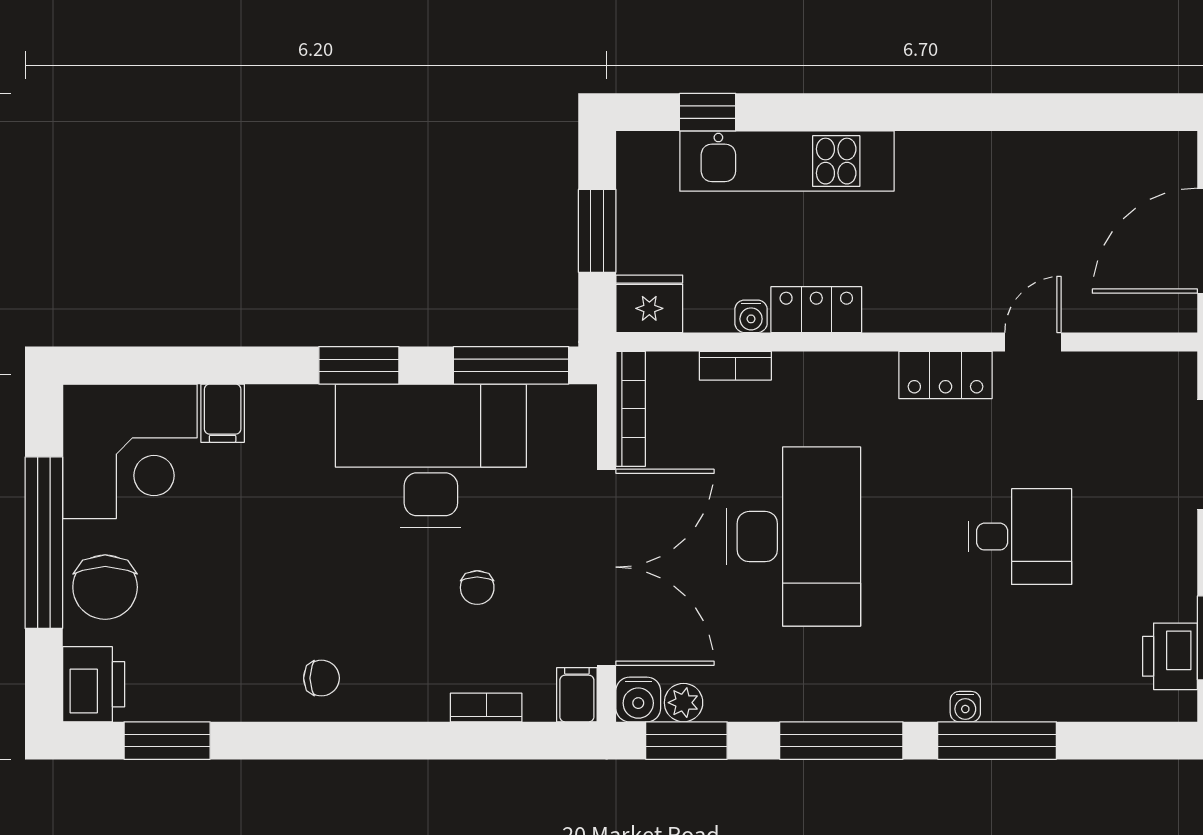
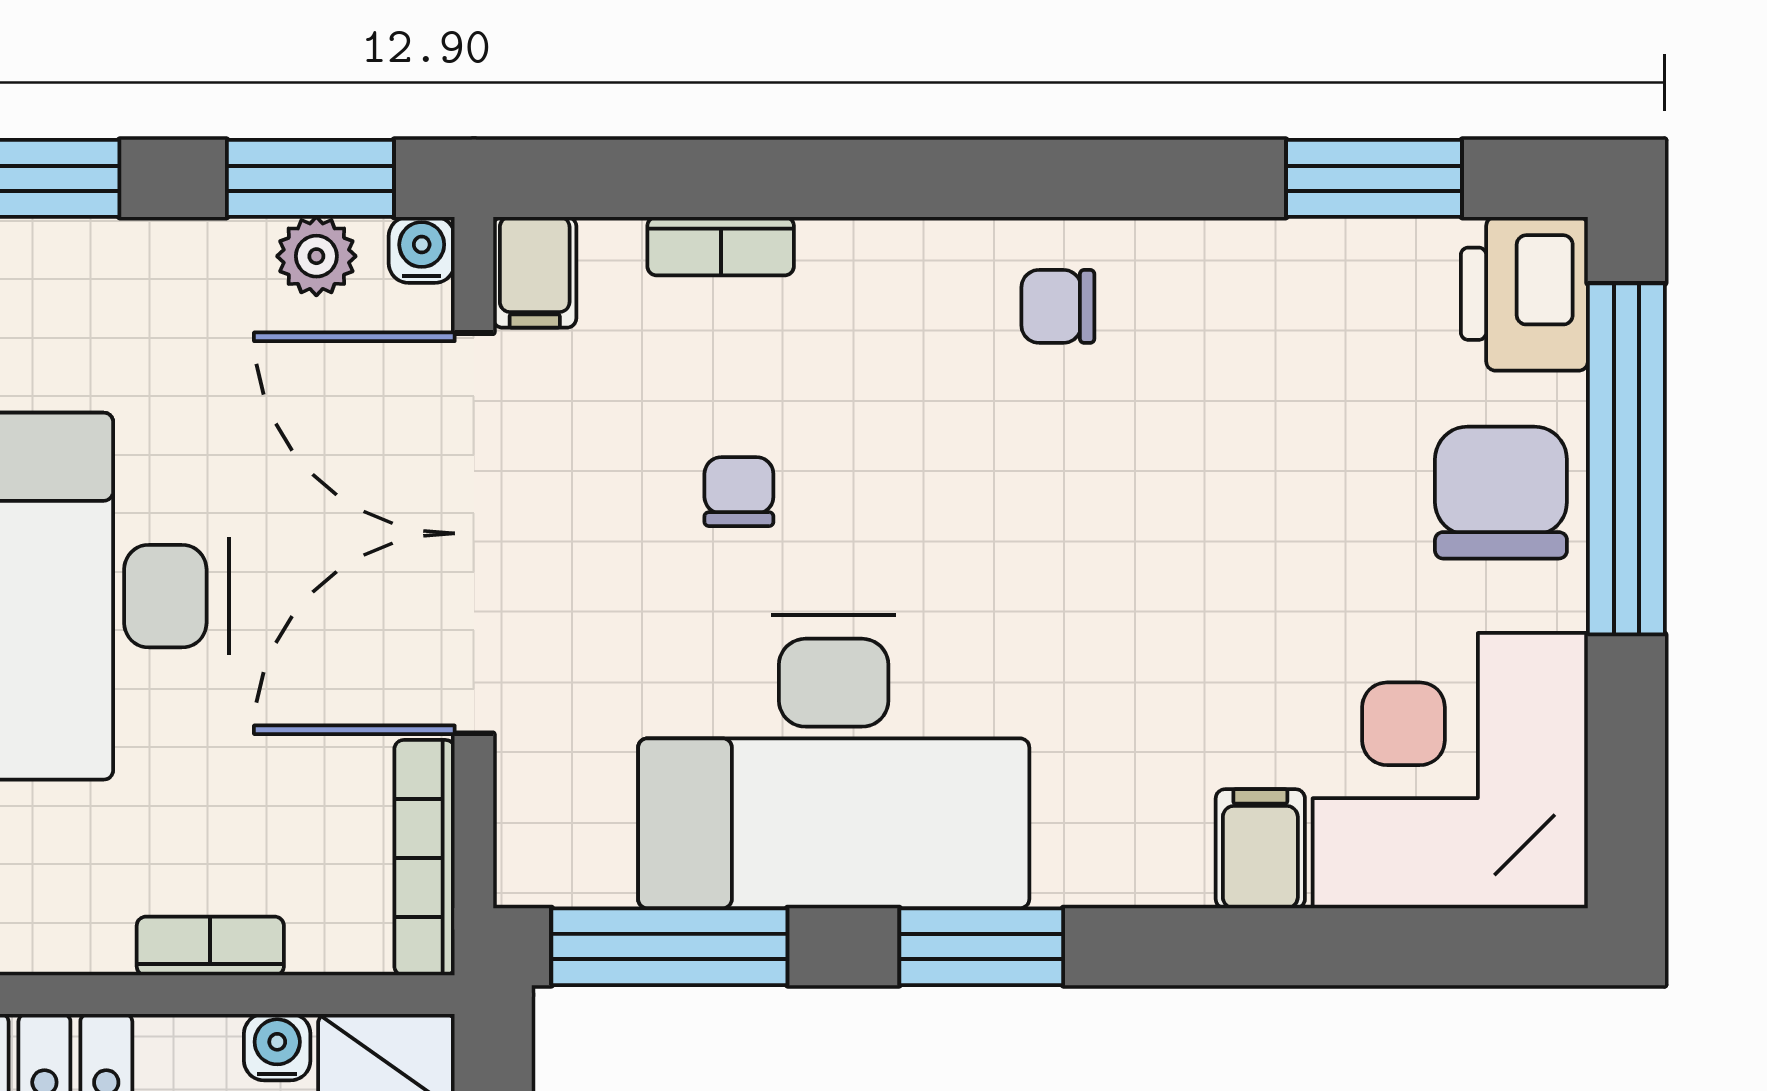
water cooler: (751, 316) -> (277, 1047), moved
window: (44, 543) -> (1626, 459), moved
water cooler: (638, 700) -> (422, 250), width x0.72, depth x0.72

